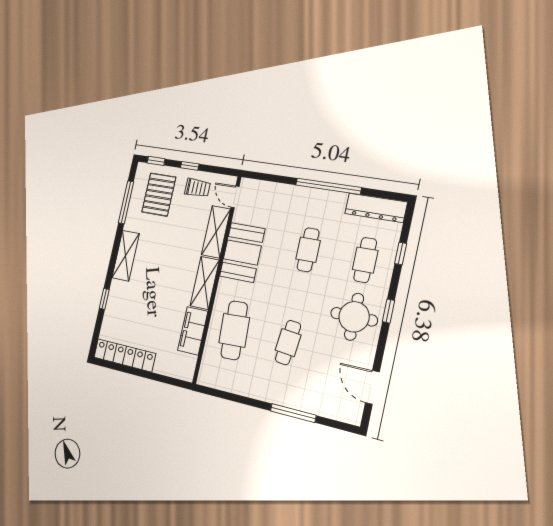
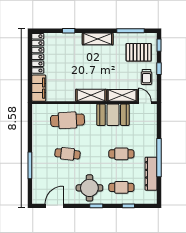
door: (235, 197) -> (145, 103), hinge flipped
dresser: (376, 208) -> (151, 174), moved
filing cabinet: (193, 331) -> (39, 88), moved, turned 90

